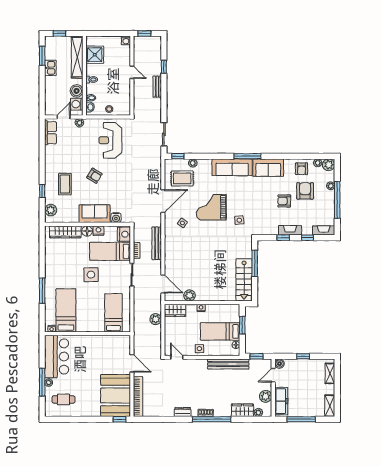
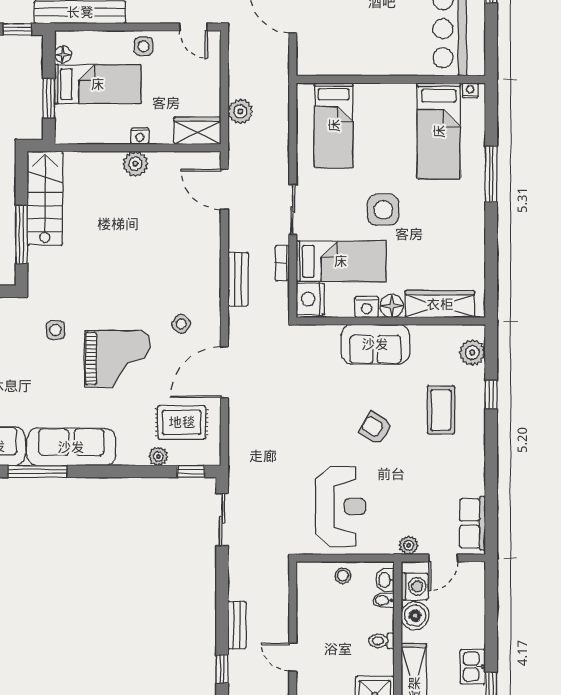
water cooler: (116, 218) -> (328, 336), removed
bench: (157, 243) -> (238, 279), width x0.73
plant: (190, 295) -> (135, 164), moved

